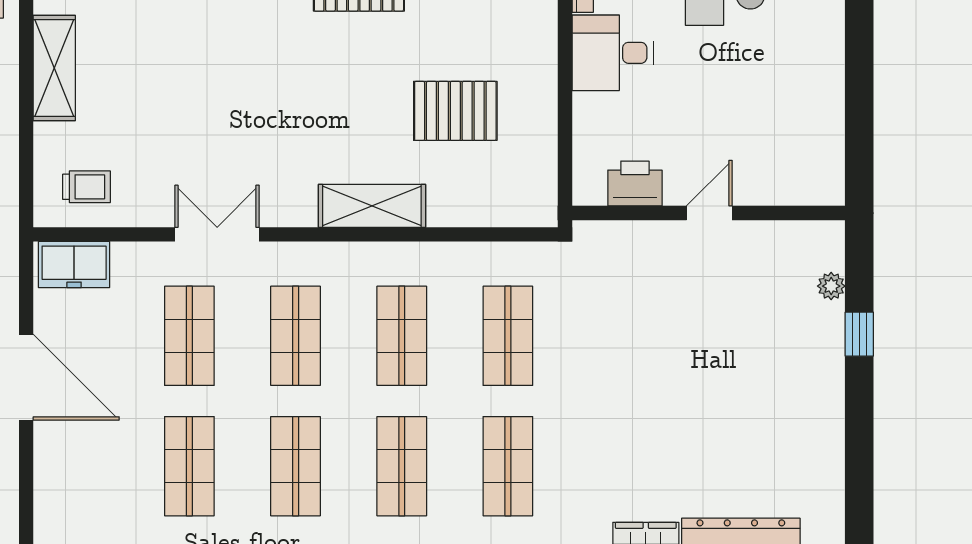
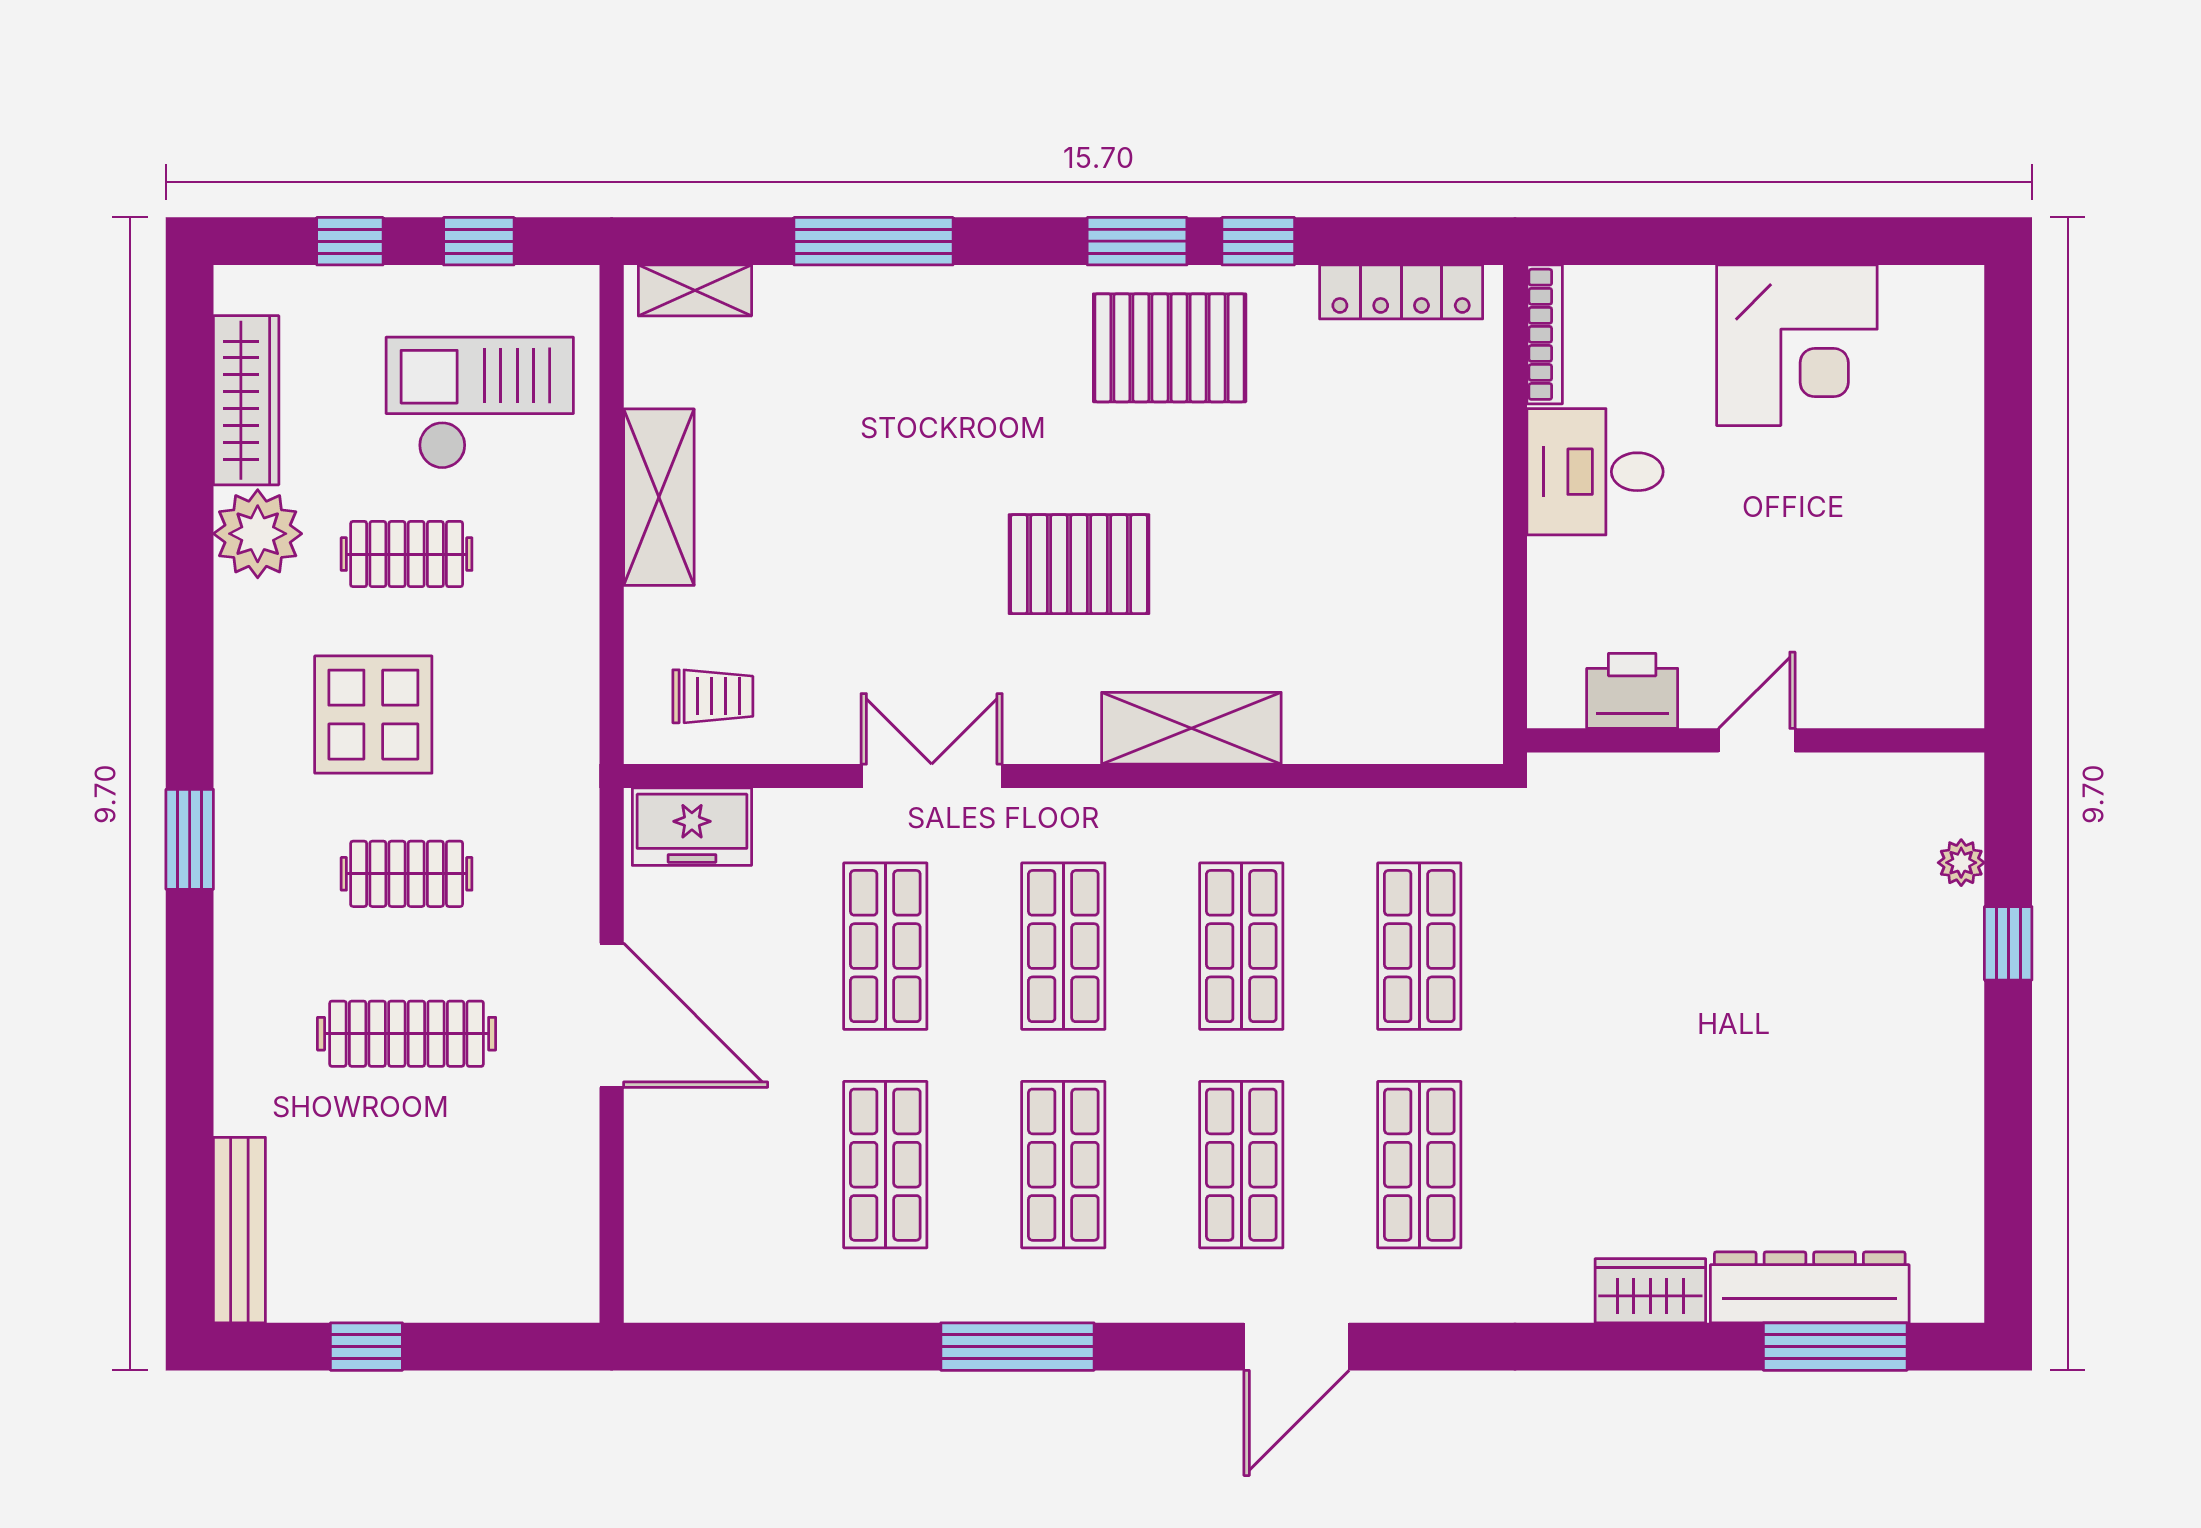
pallet: (455, 111) -> (1079, 564), moved

